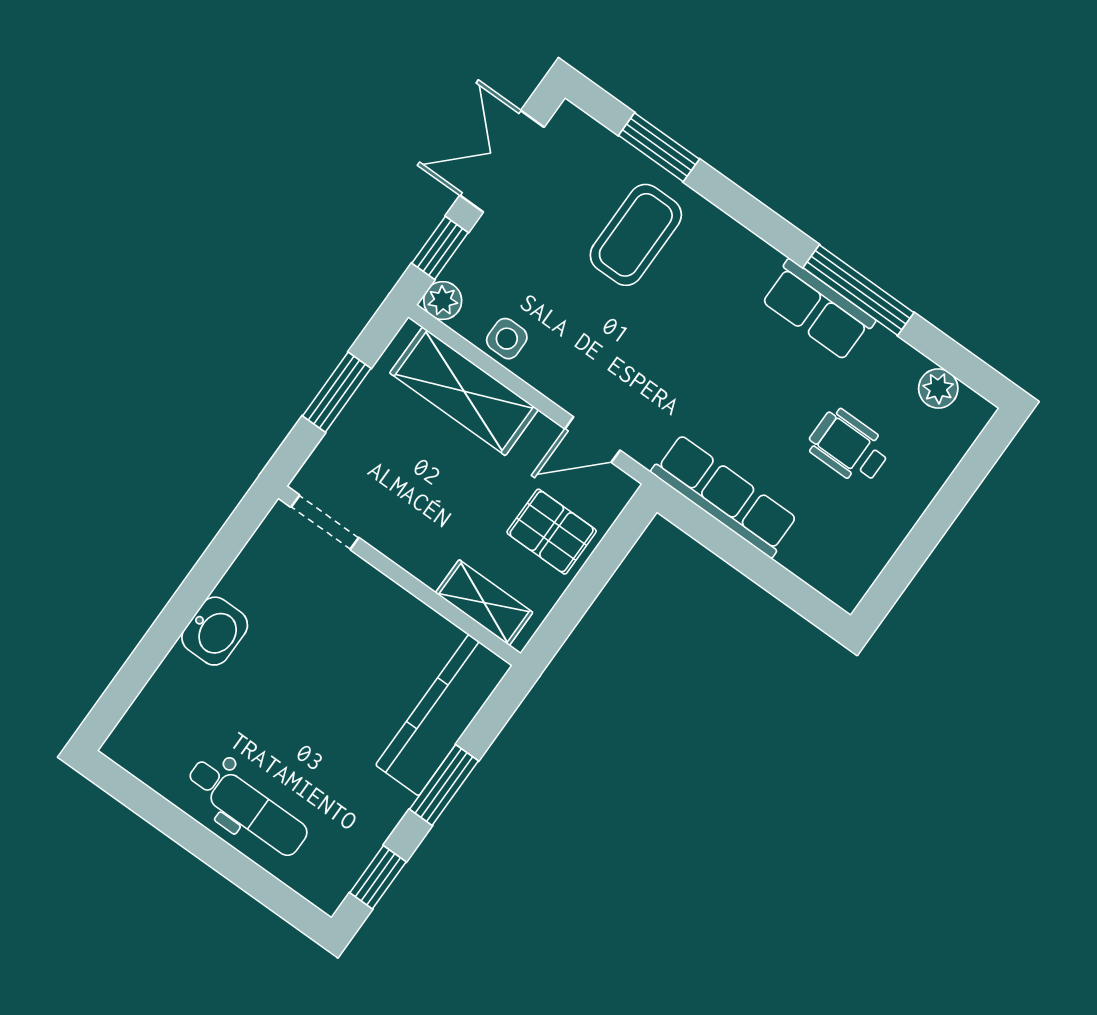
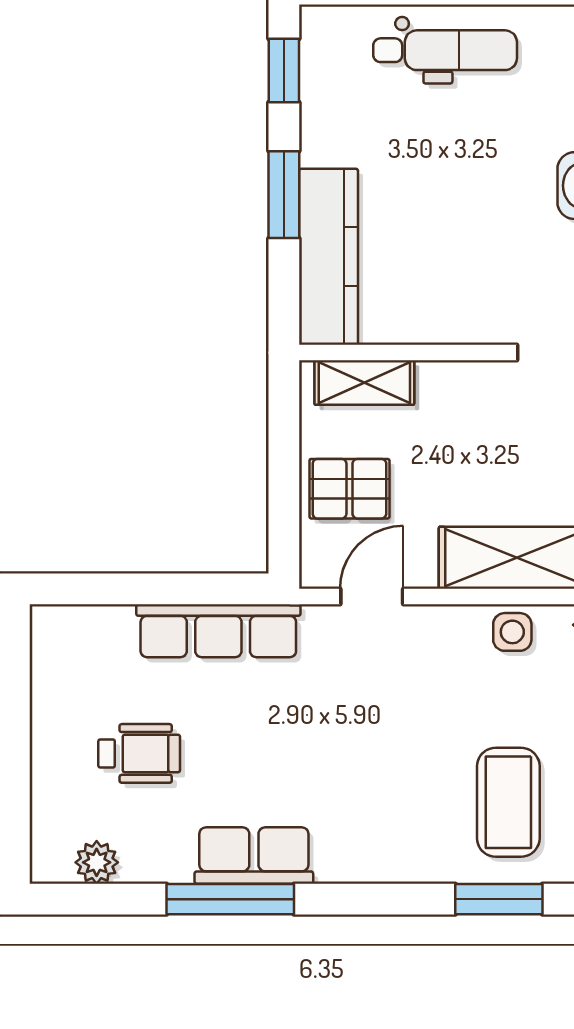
coffee table: (636, 235) -> (508, 802), moved
dental chair: (247, 807) -> (445, 50), turned 180

